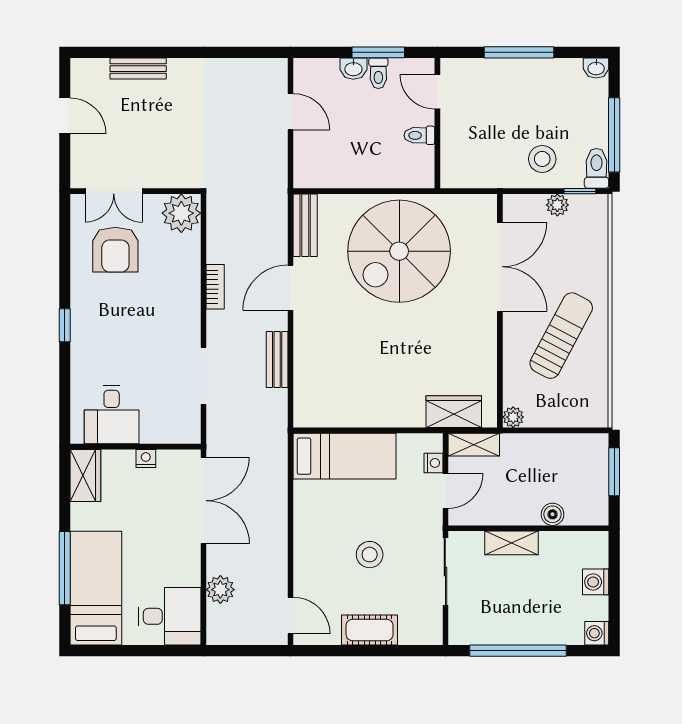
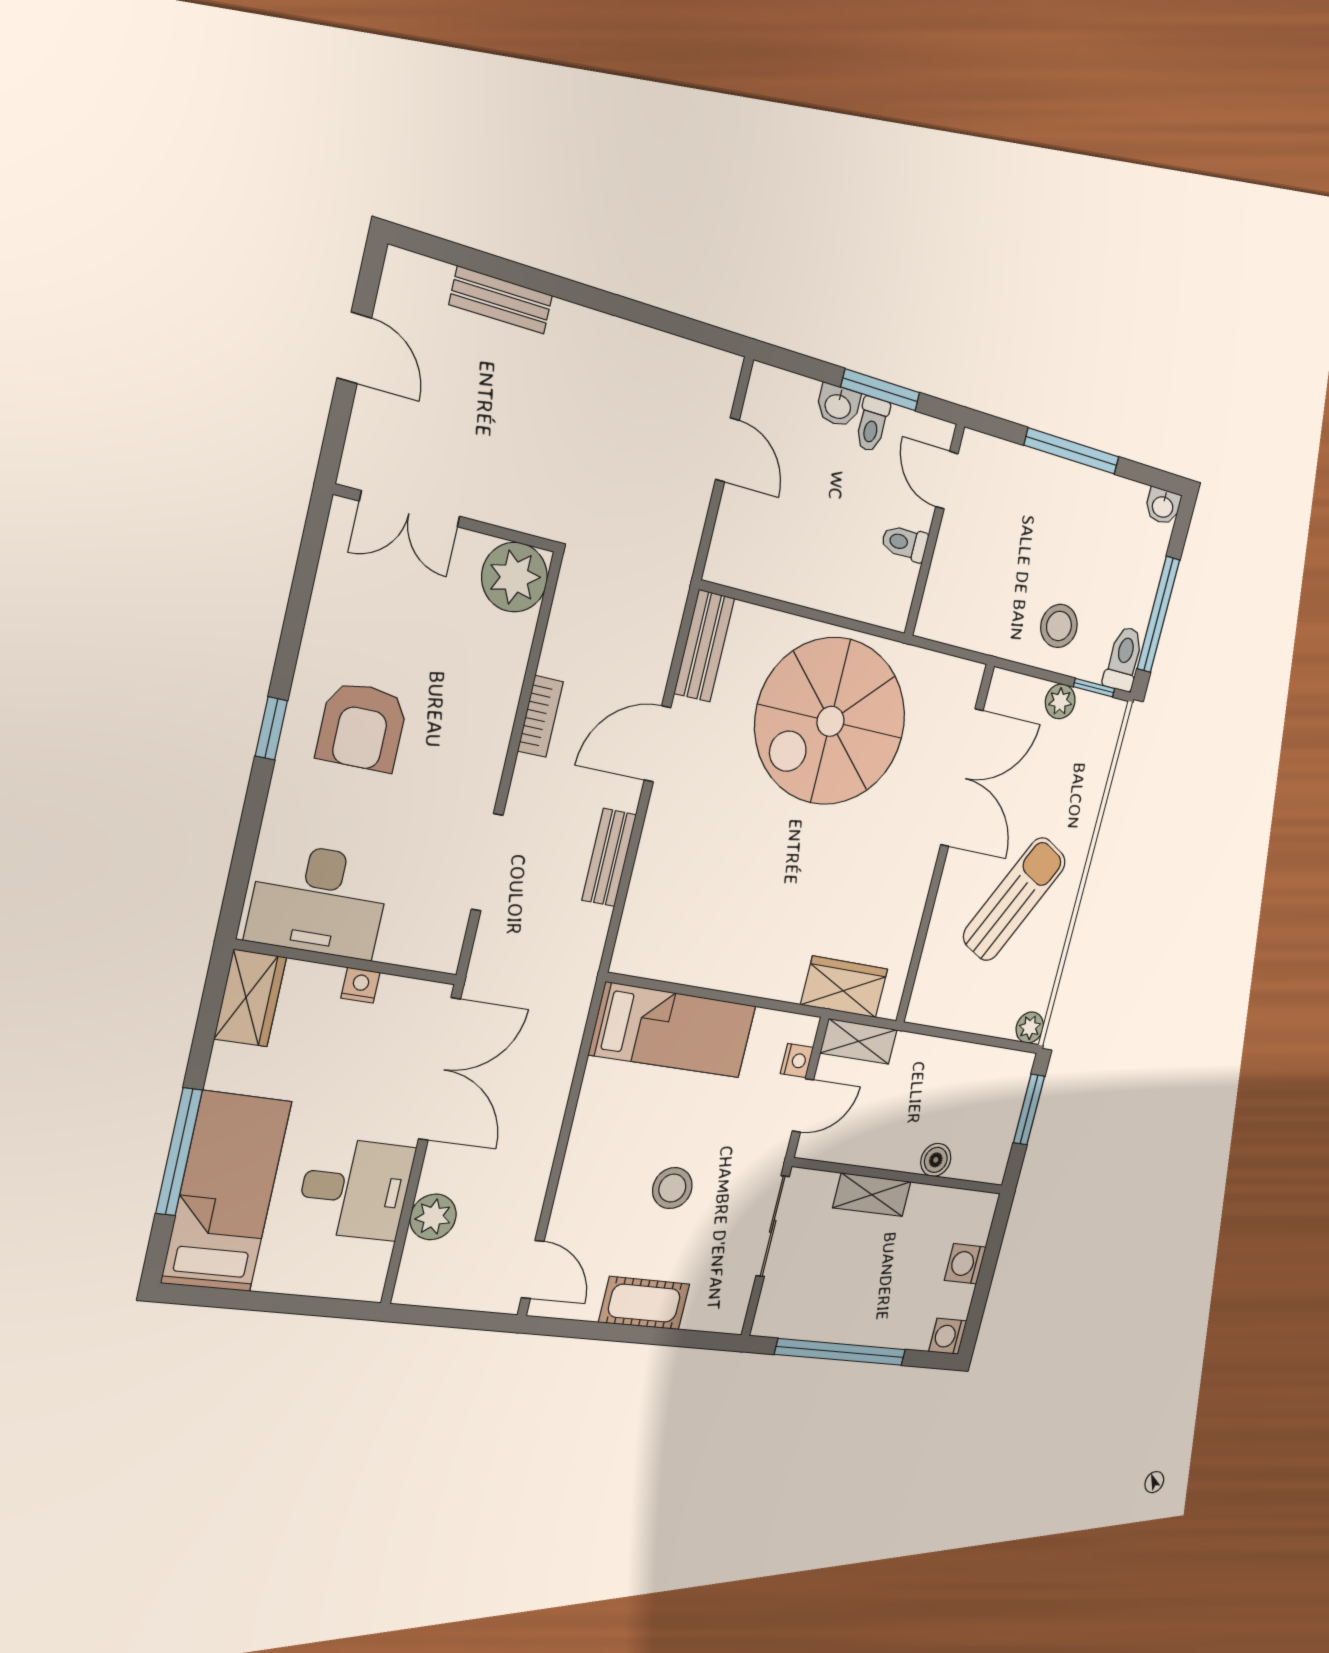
armchair: (115, 250) -> (362, 727), moved
desk: (112, 415) -> (319, 901), width x1.37
plant: (513, 417) -> (1030, 1028), moved
desk: (170, 616) -> (355, 1189), moved

